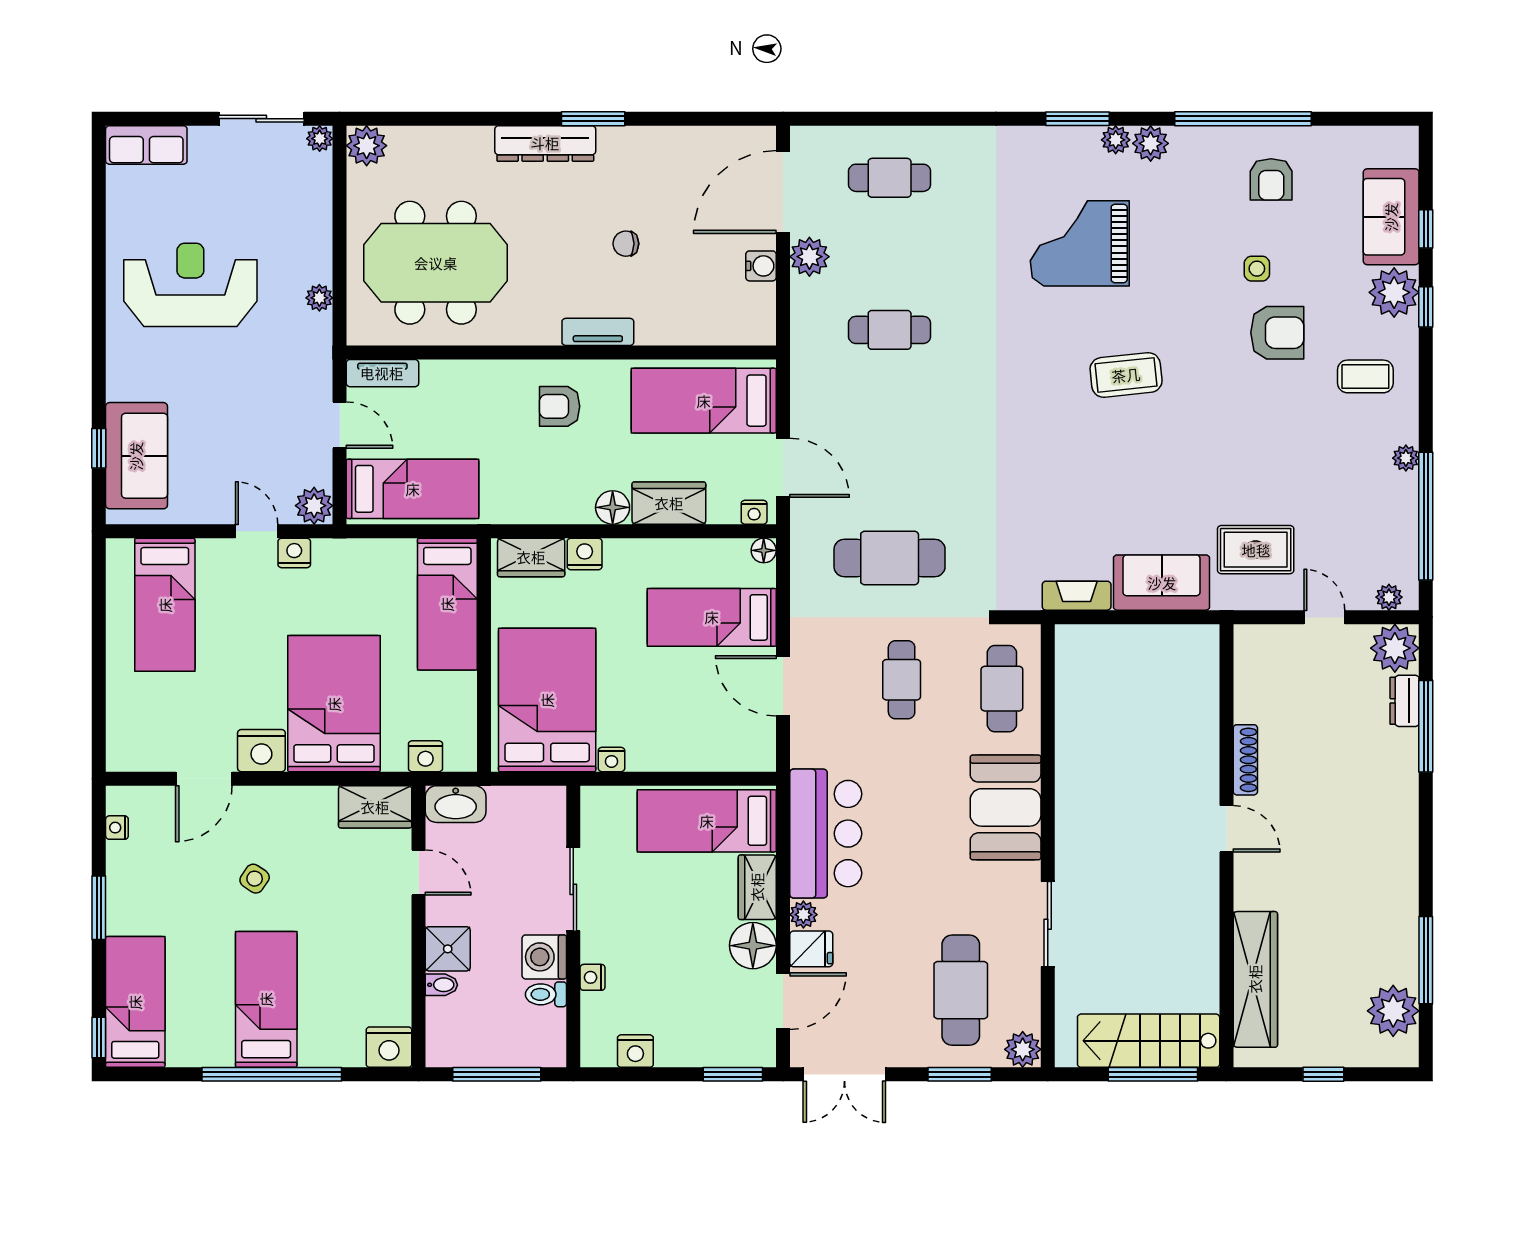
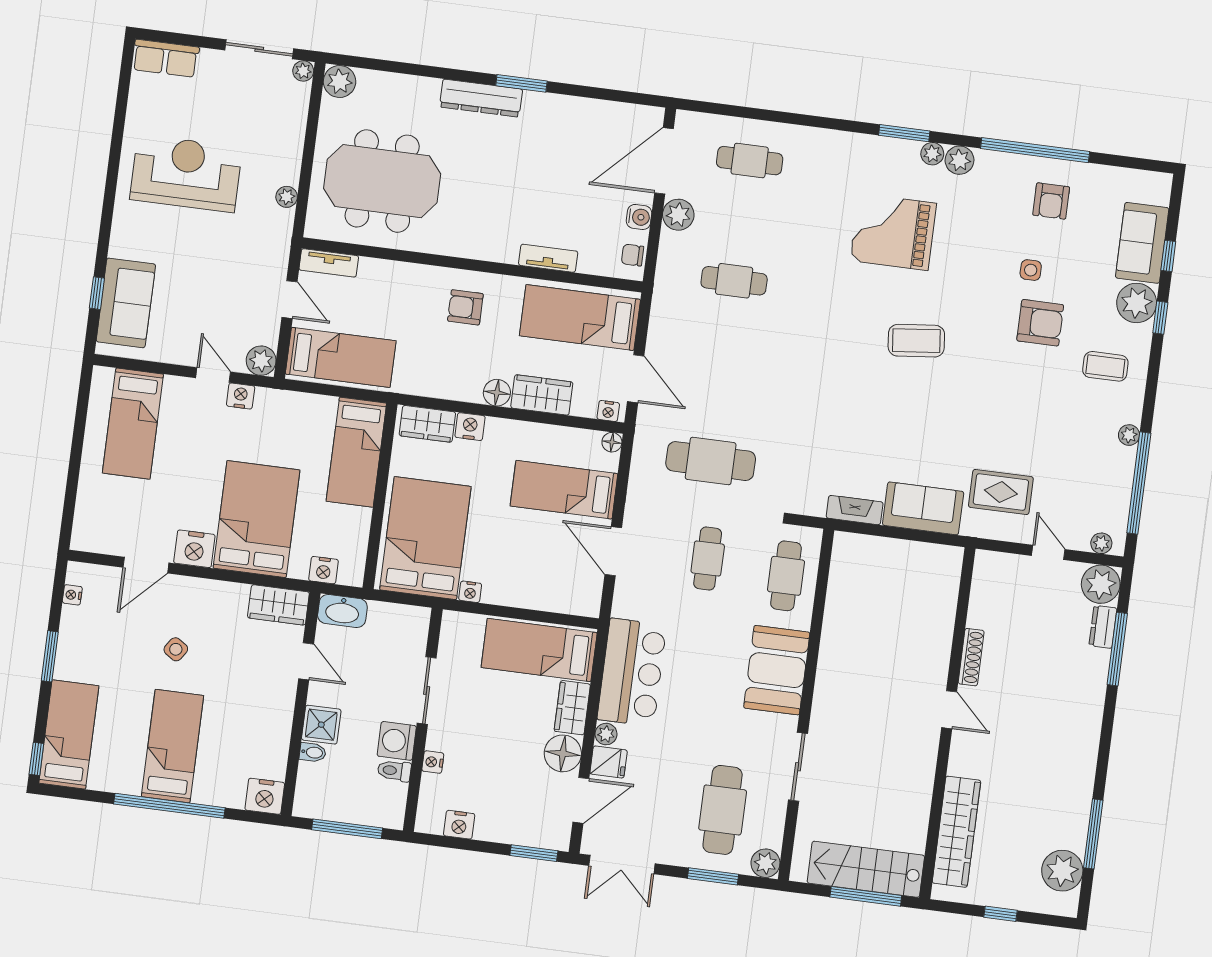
chair: (626, 244) -> (633, 255), moved
tv unit: (598, 332) -> (548, 258), moved

